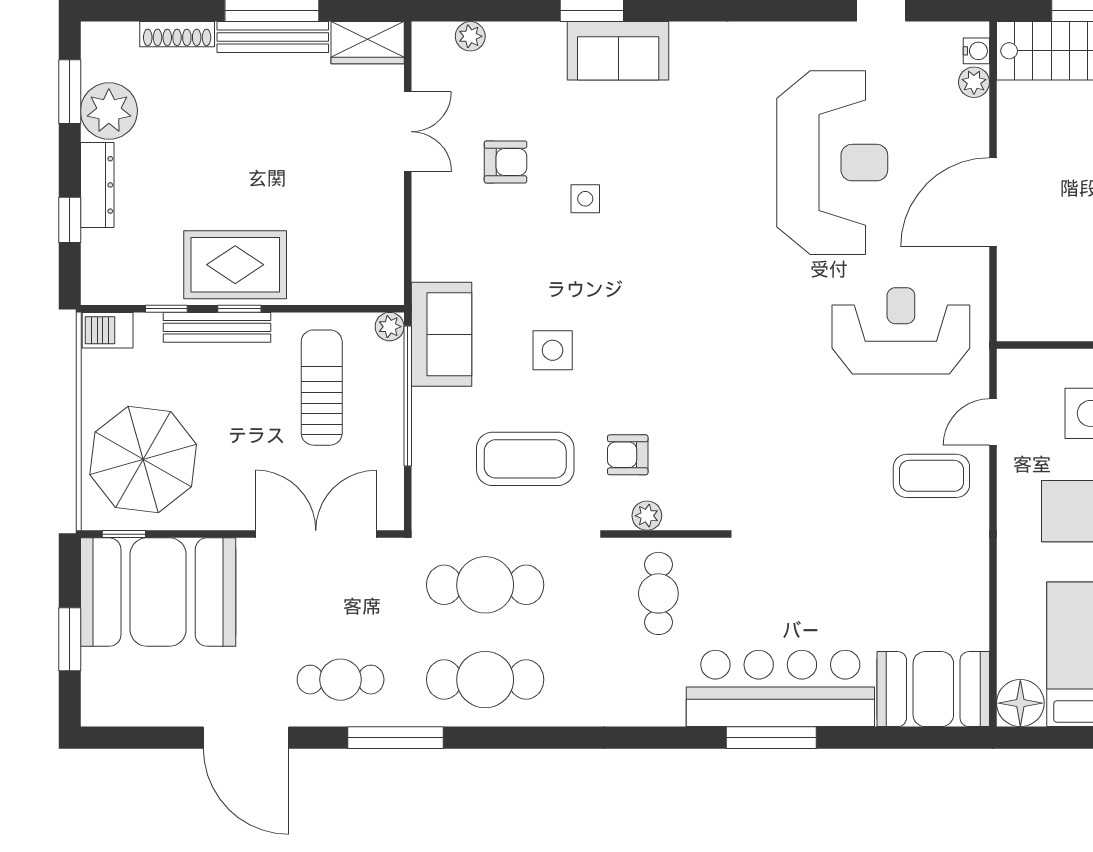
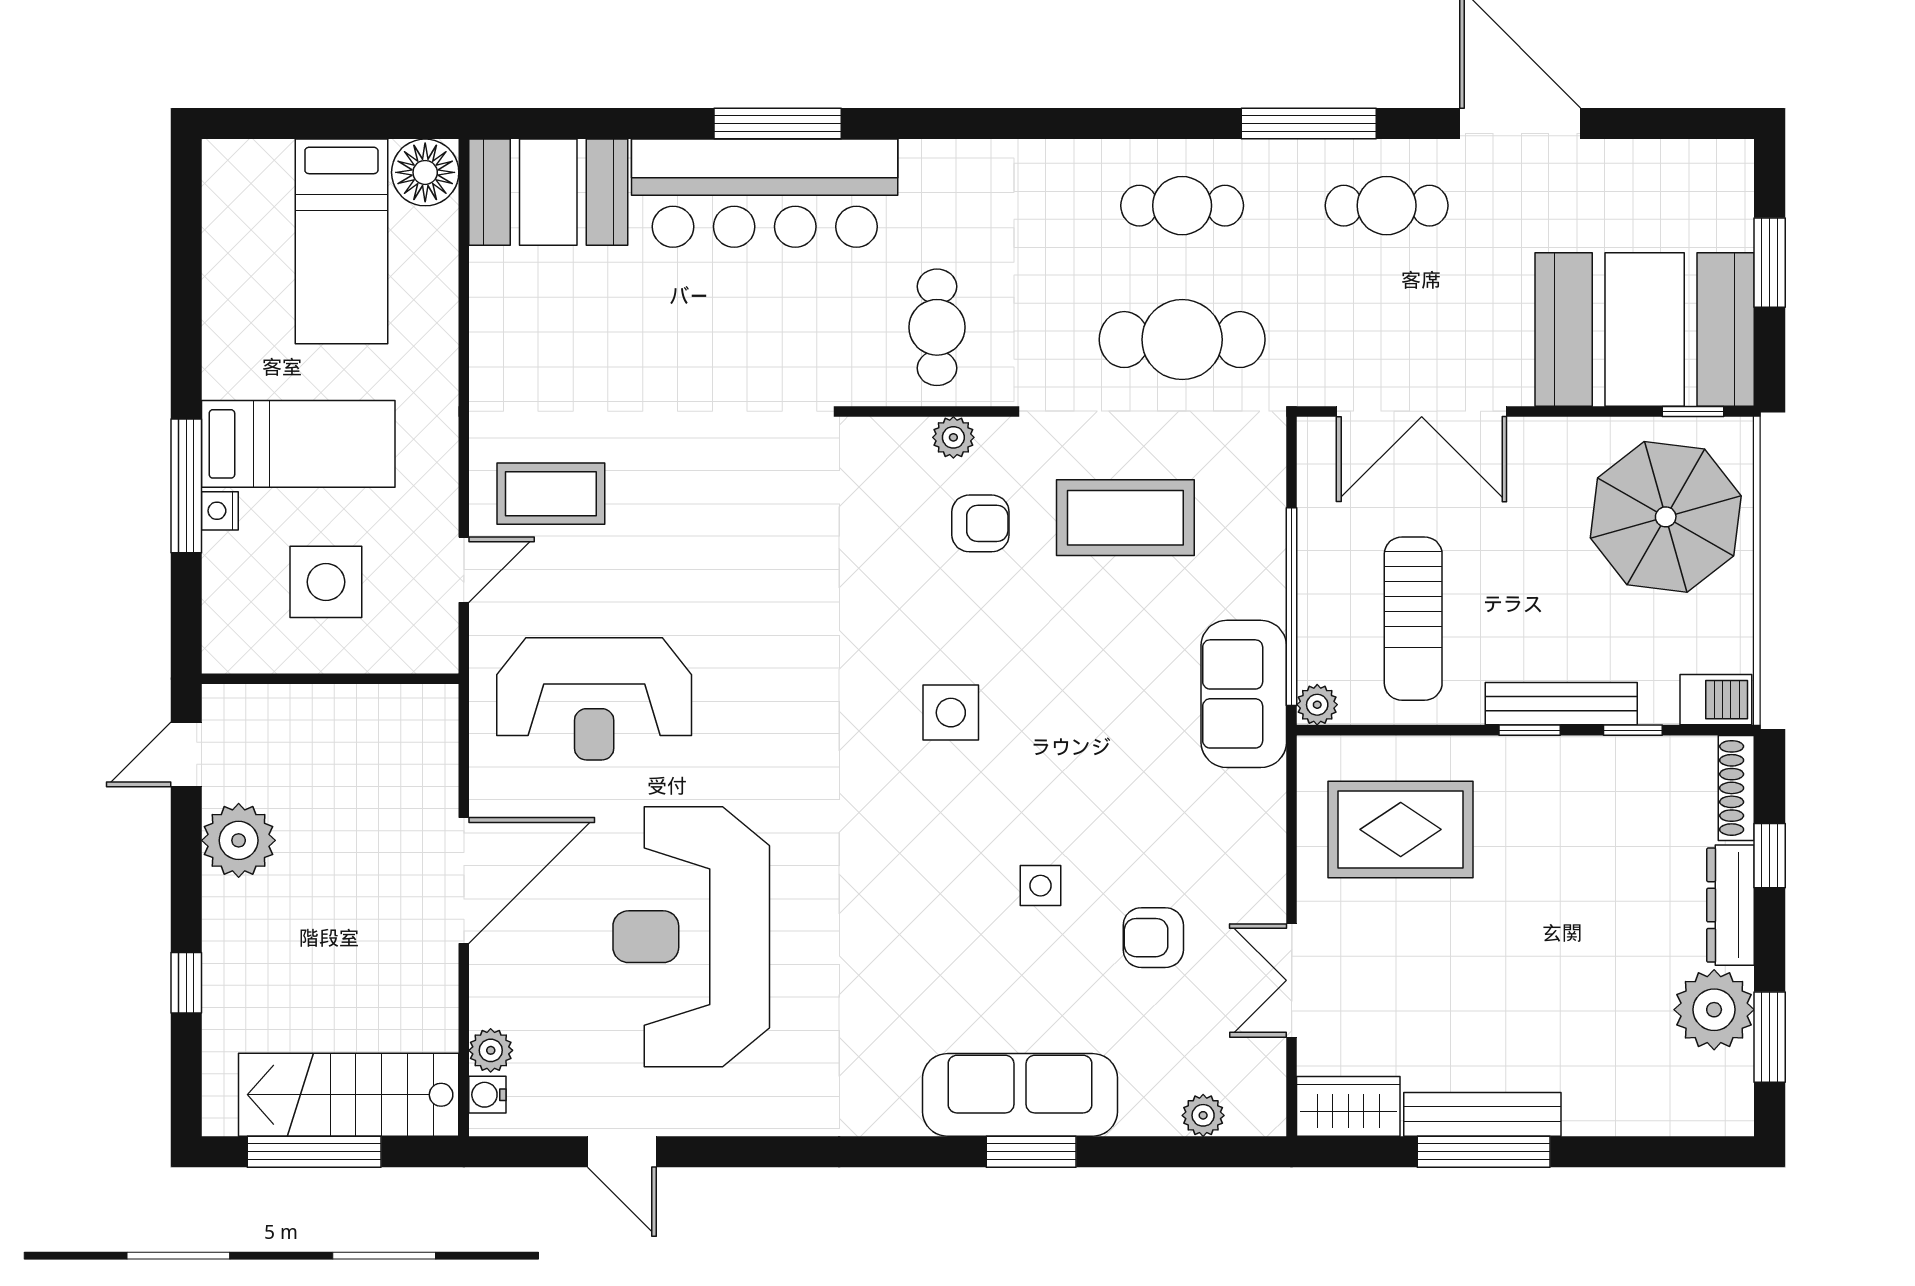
shoe rack: (177, 34) -> (1736, 788), moved, turned -90
sofa: (618, 51) -> (1020, 1095), width x1.36
rug: (235, 265) -> (1401, 829), moved
side table: (553, 350) -> (951, 713), moved
cafe table: (485, 680) -> (1182, 206), width x0.73, depth x0.74

